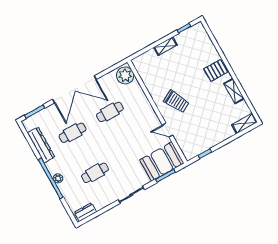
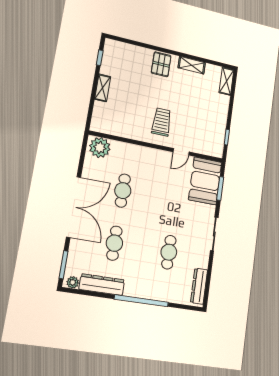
trolley: (176, 102) -> (162, 122), turned -62
plant: (58, 178) -> (73, 282), moved
dresser: (85, 212) -> (199, 286), width x1.44

